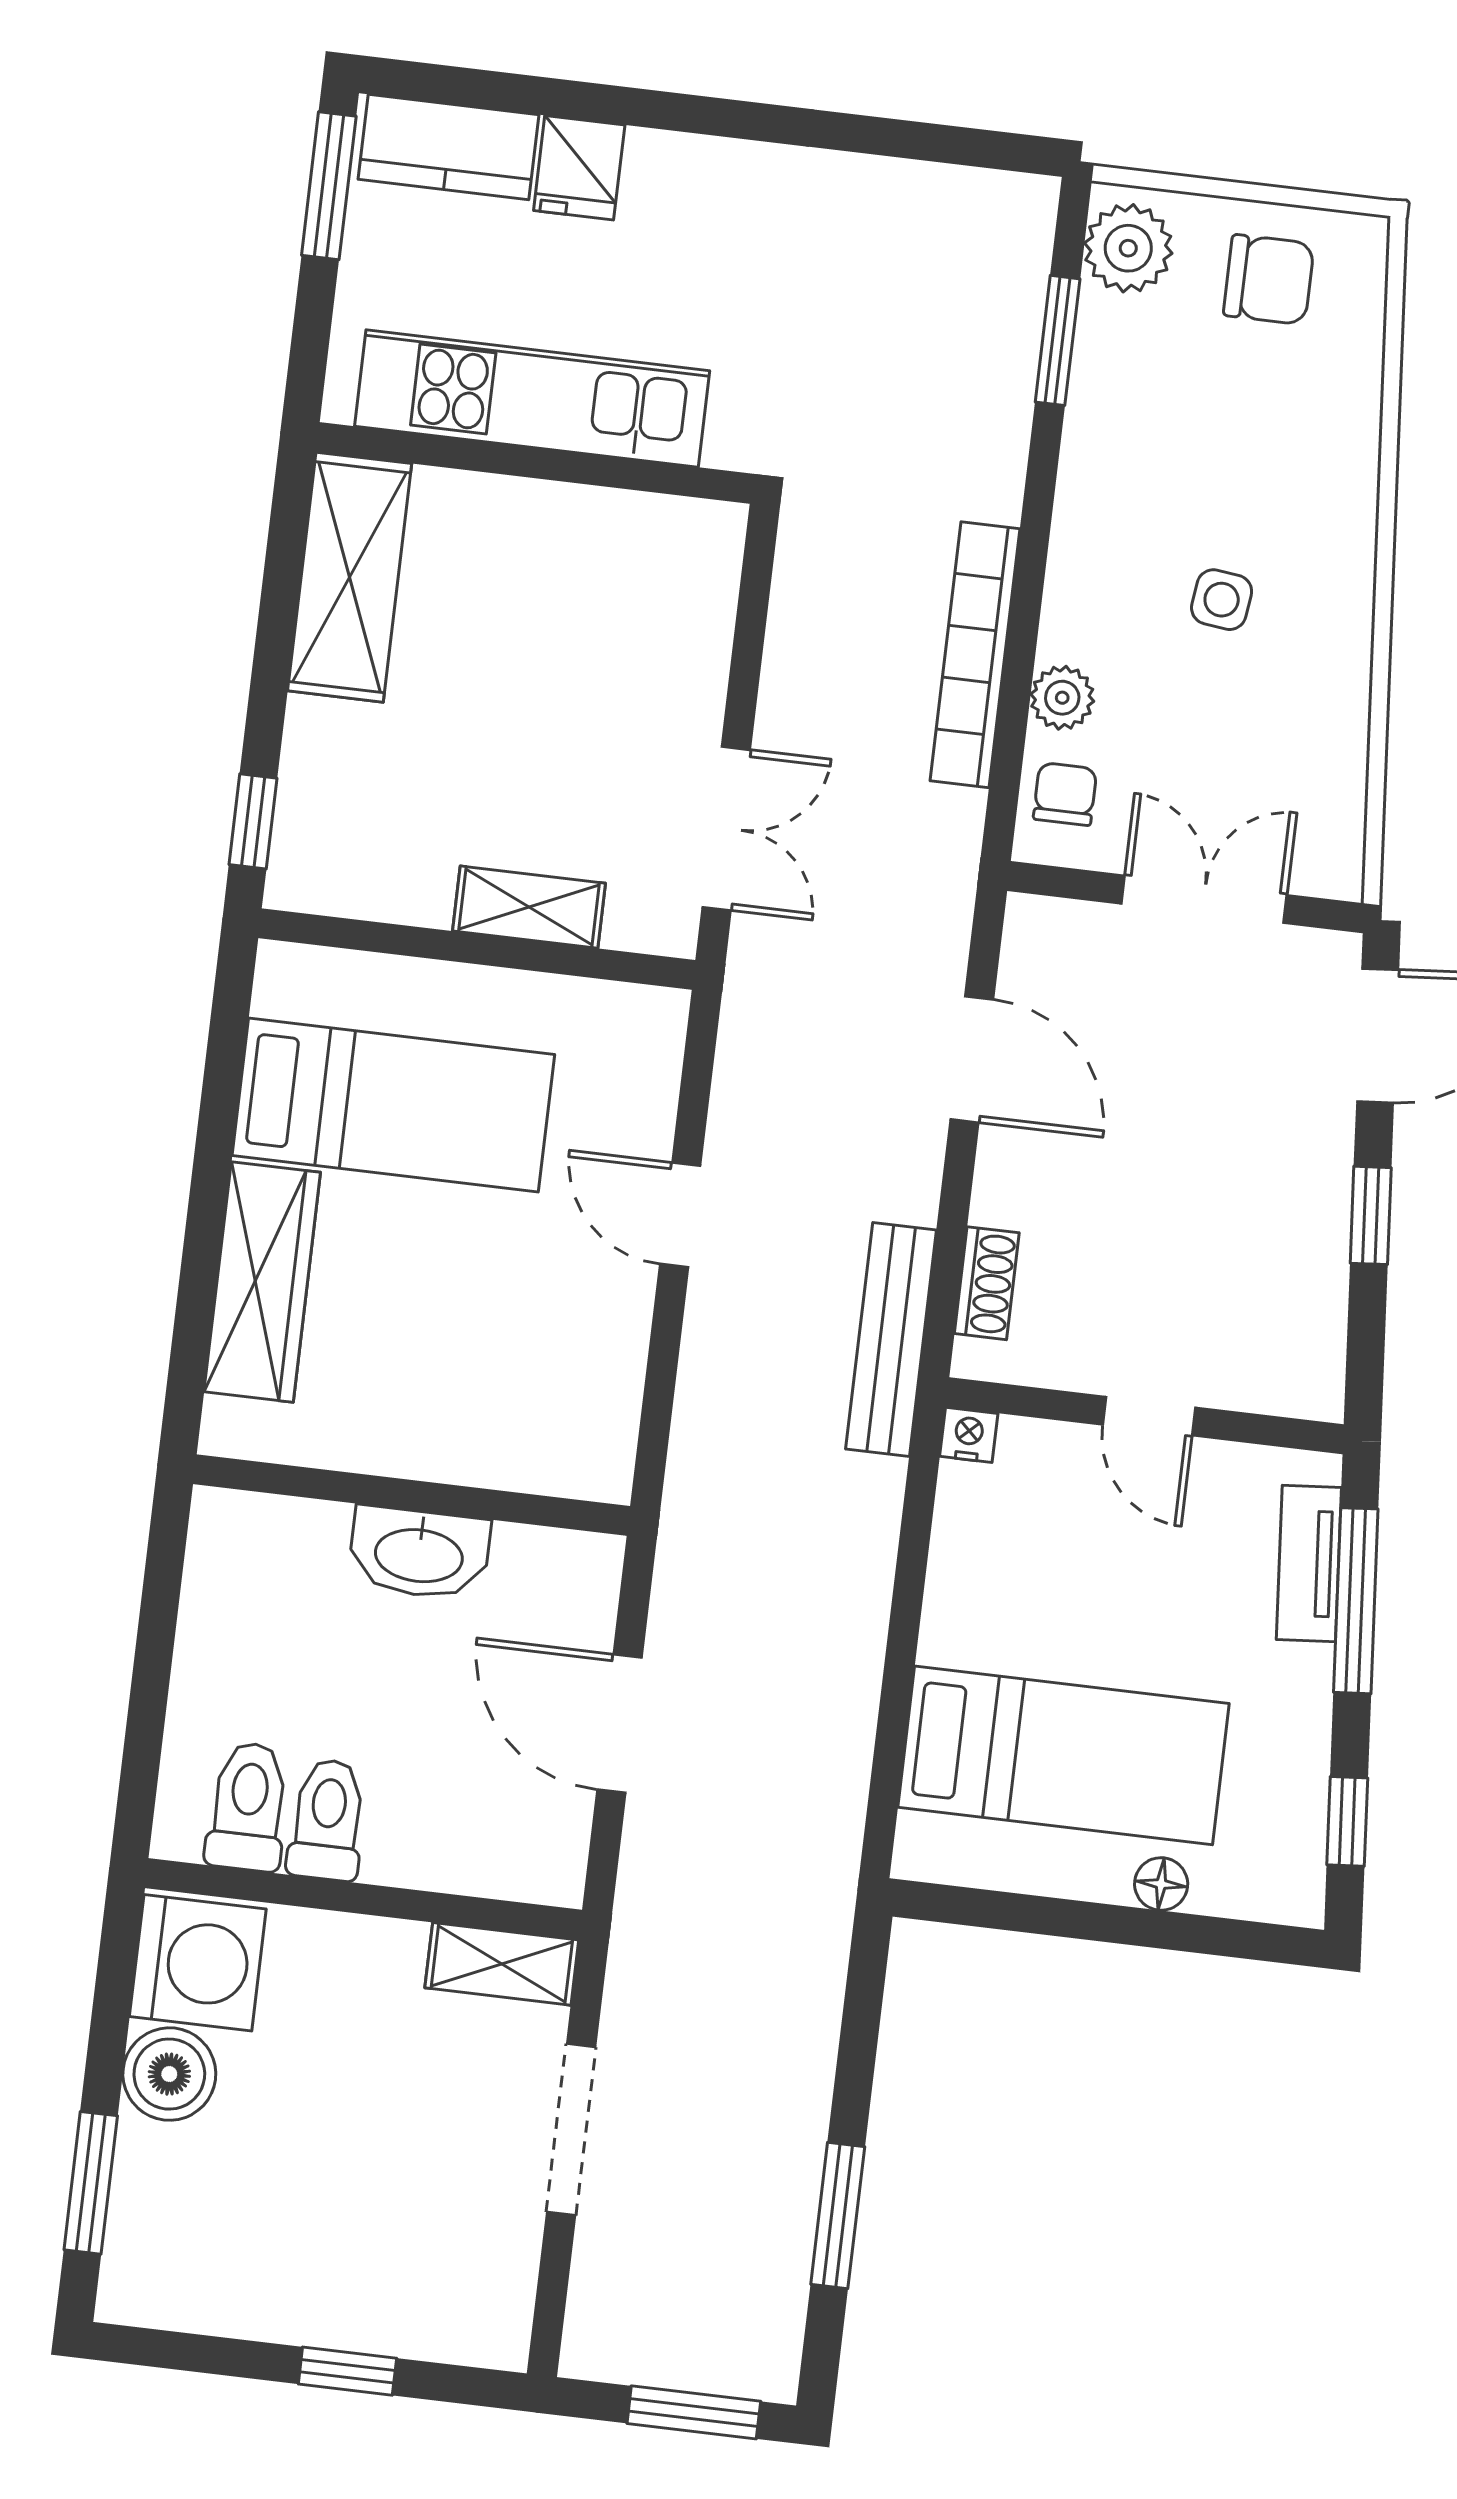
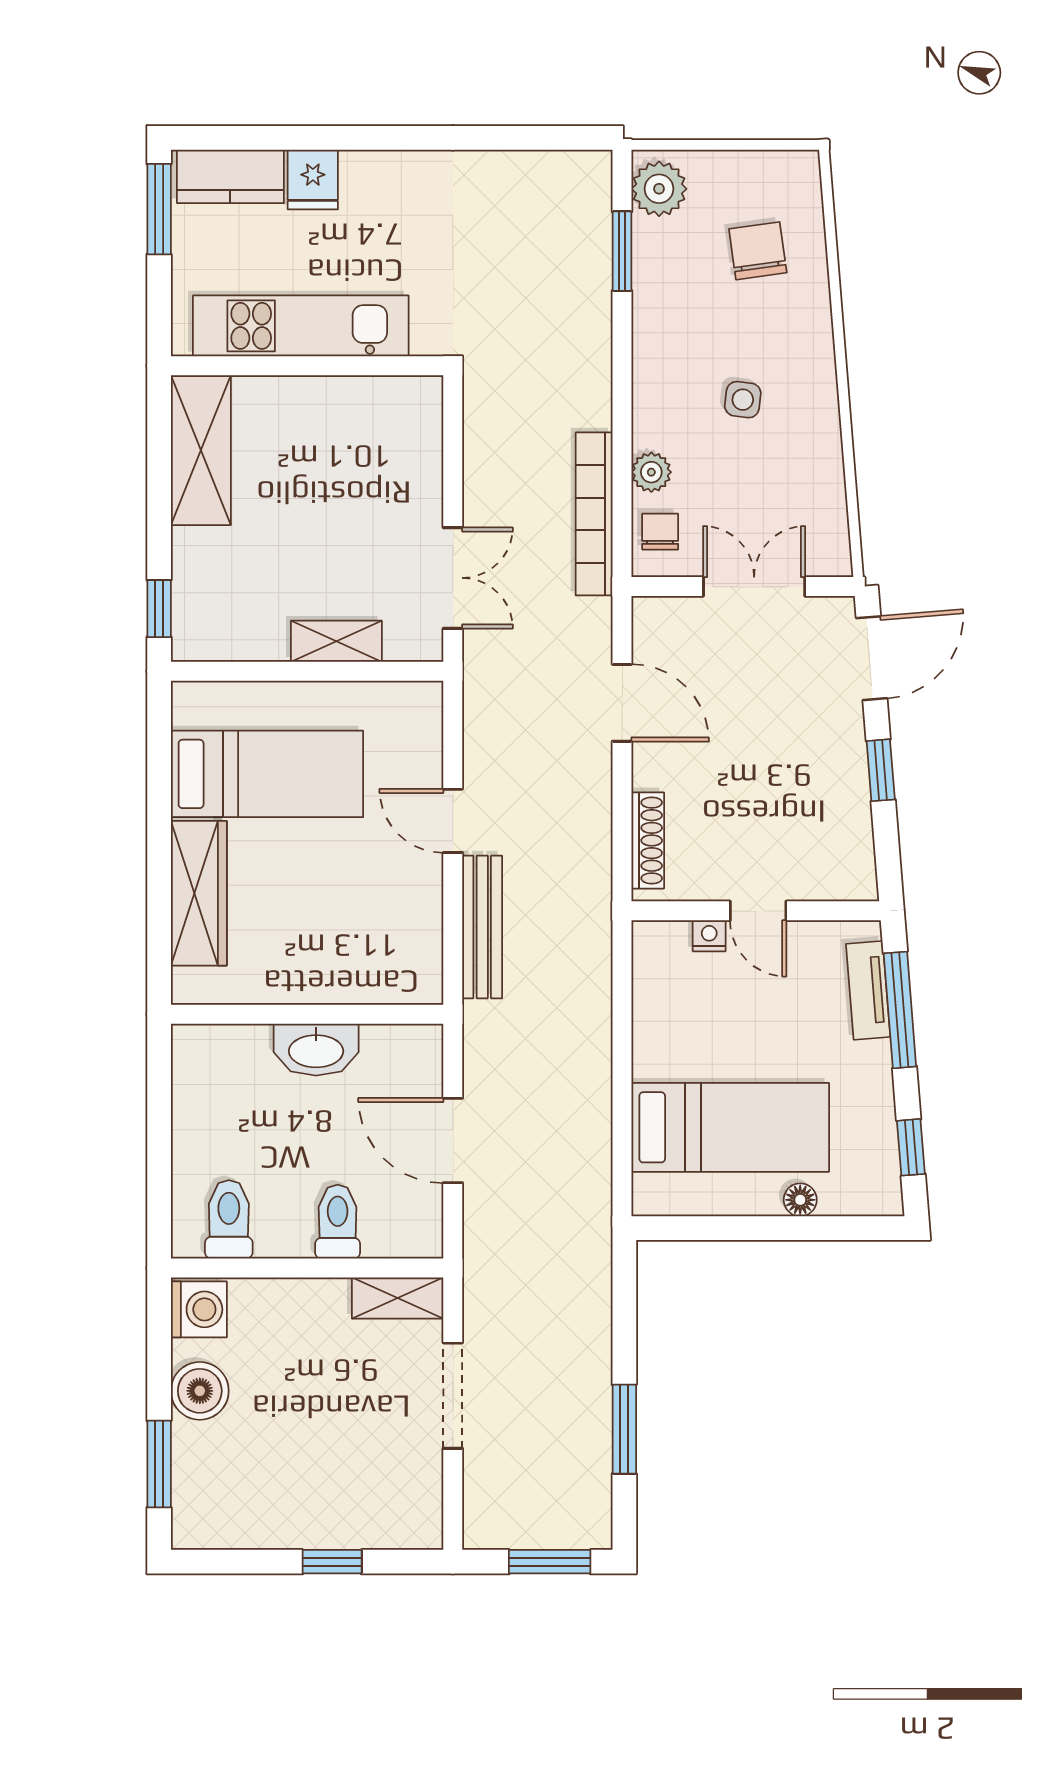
chair: (1269, 280) -> (758, 251), moved, turned -98
bookcase: (975, 655) -> (594, 514), moved
shoe rack: (987, 1283) -> (648, 840), width x1.43
bench: (891, 1340) -> (482, 927), moved
nightstand: (969, 1435) -> (709, 936), moved
toilet: (327, 1820) -> (338, 1222), moved
washing machine: (198, 1963) -> (199, 1309), width x0.73, depth x0.73

